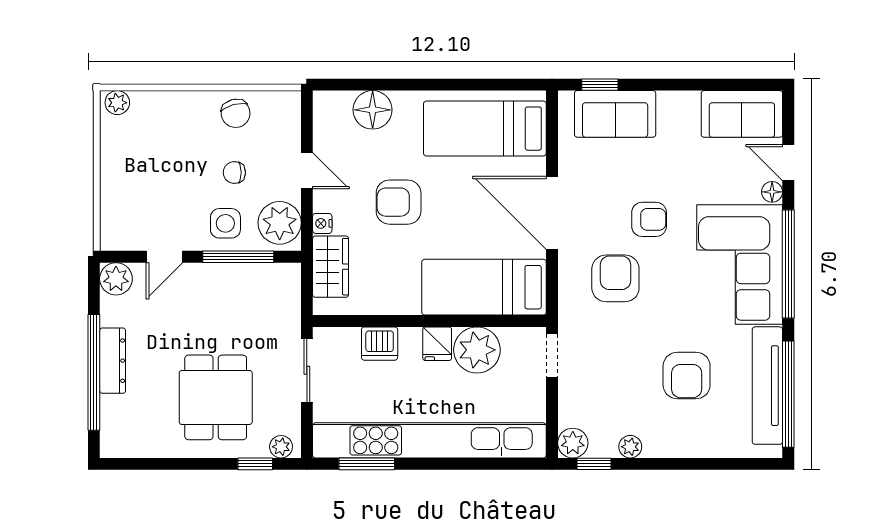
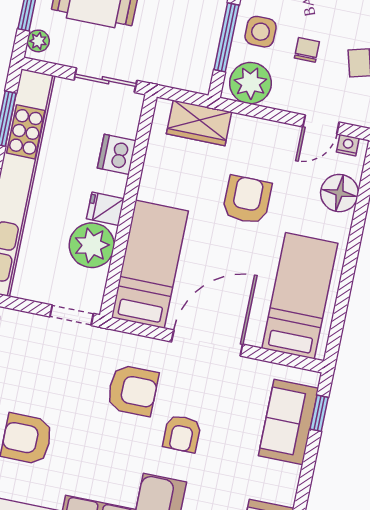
door: (307, 171) -> (321, 124), moved
nightstand: (322, 223) -> (348, 145), moved

